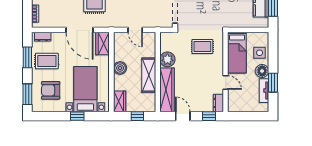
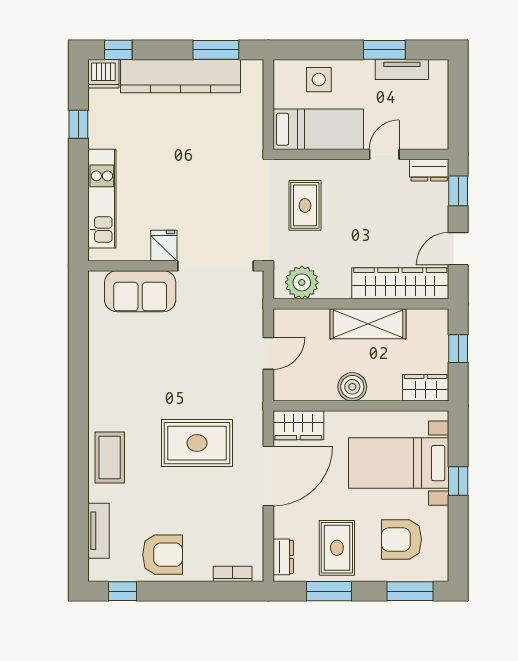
plant: (167, 59) -> (302, 282), moved
floor lamp: (262, 71) -> (359, 74), removed
armchair: (51, 90) -> (401, 540), turned 90

